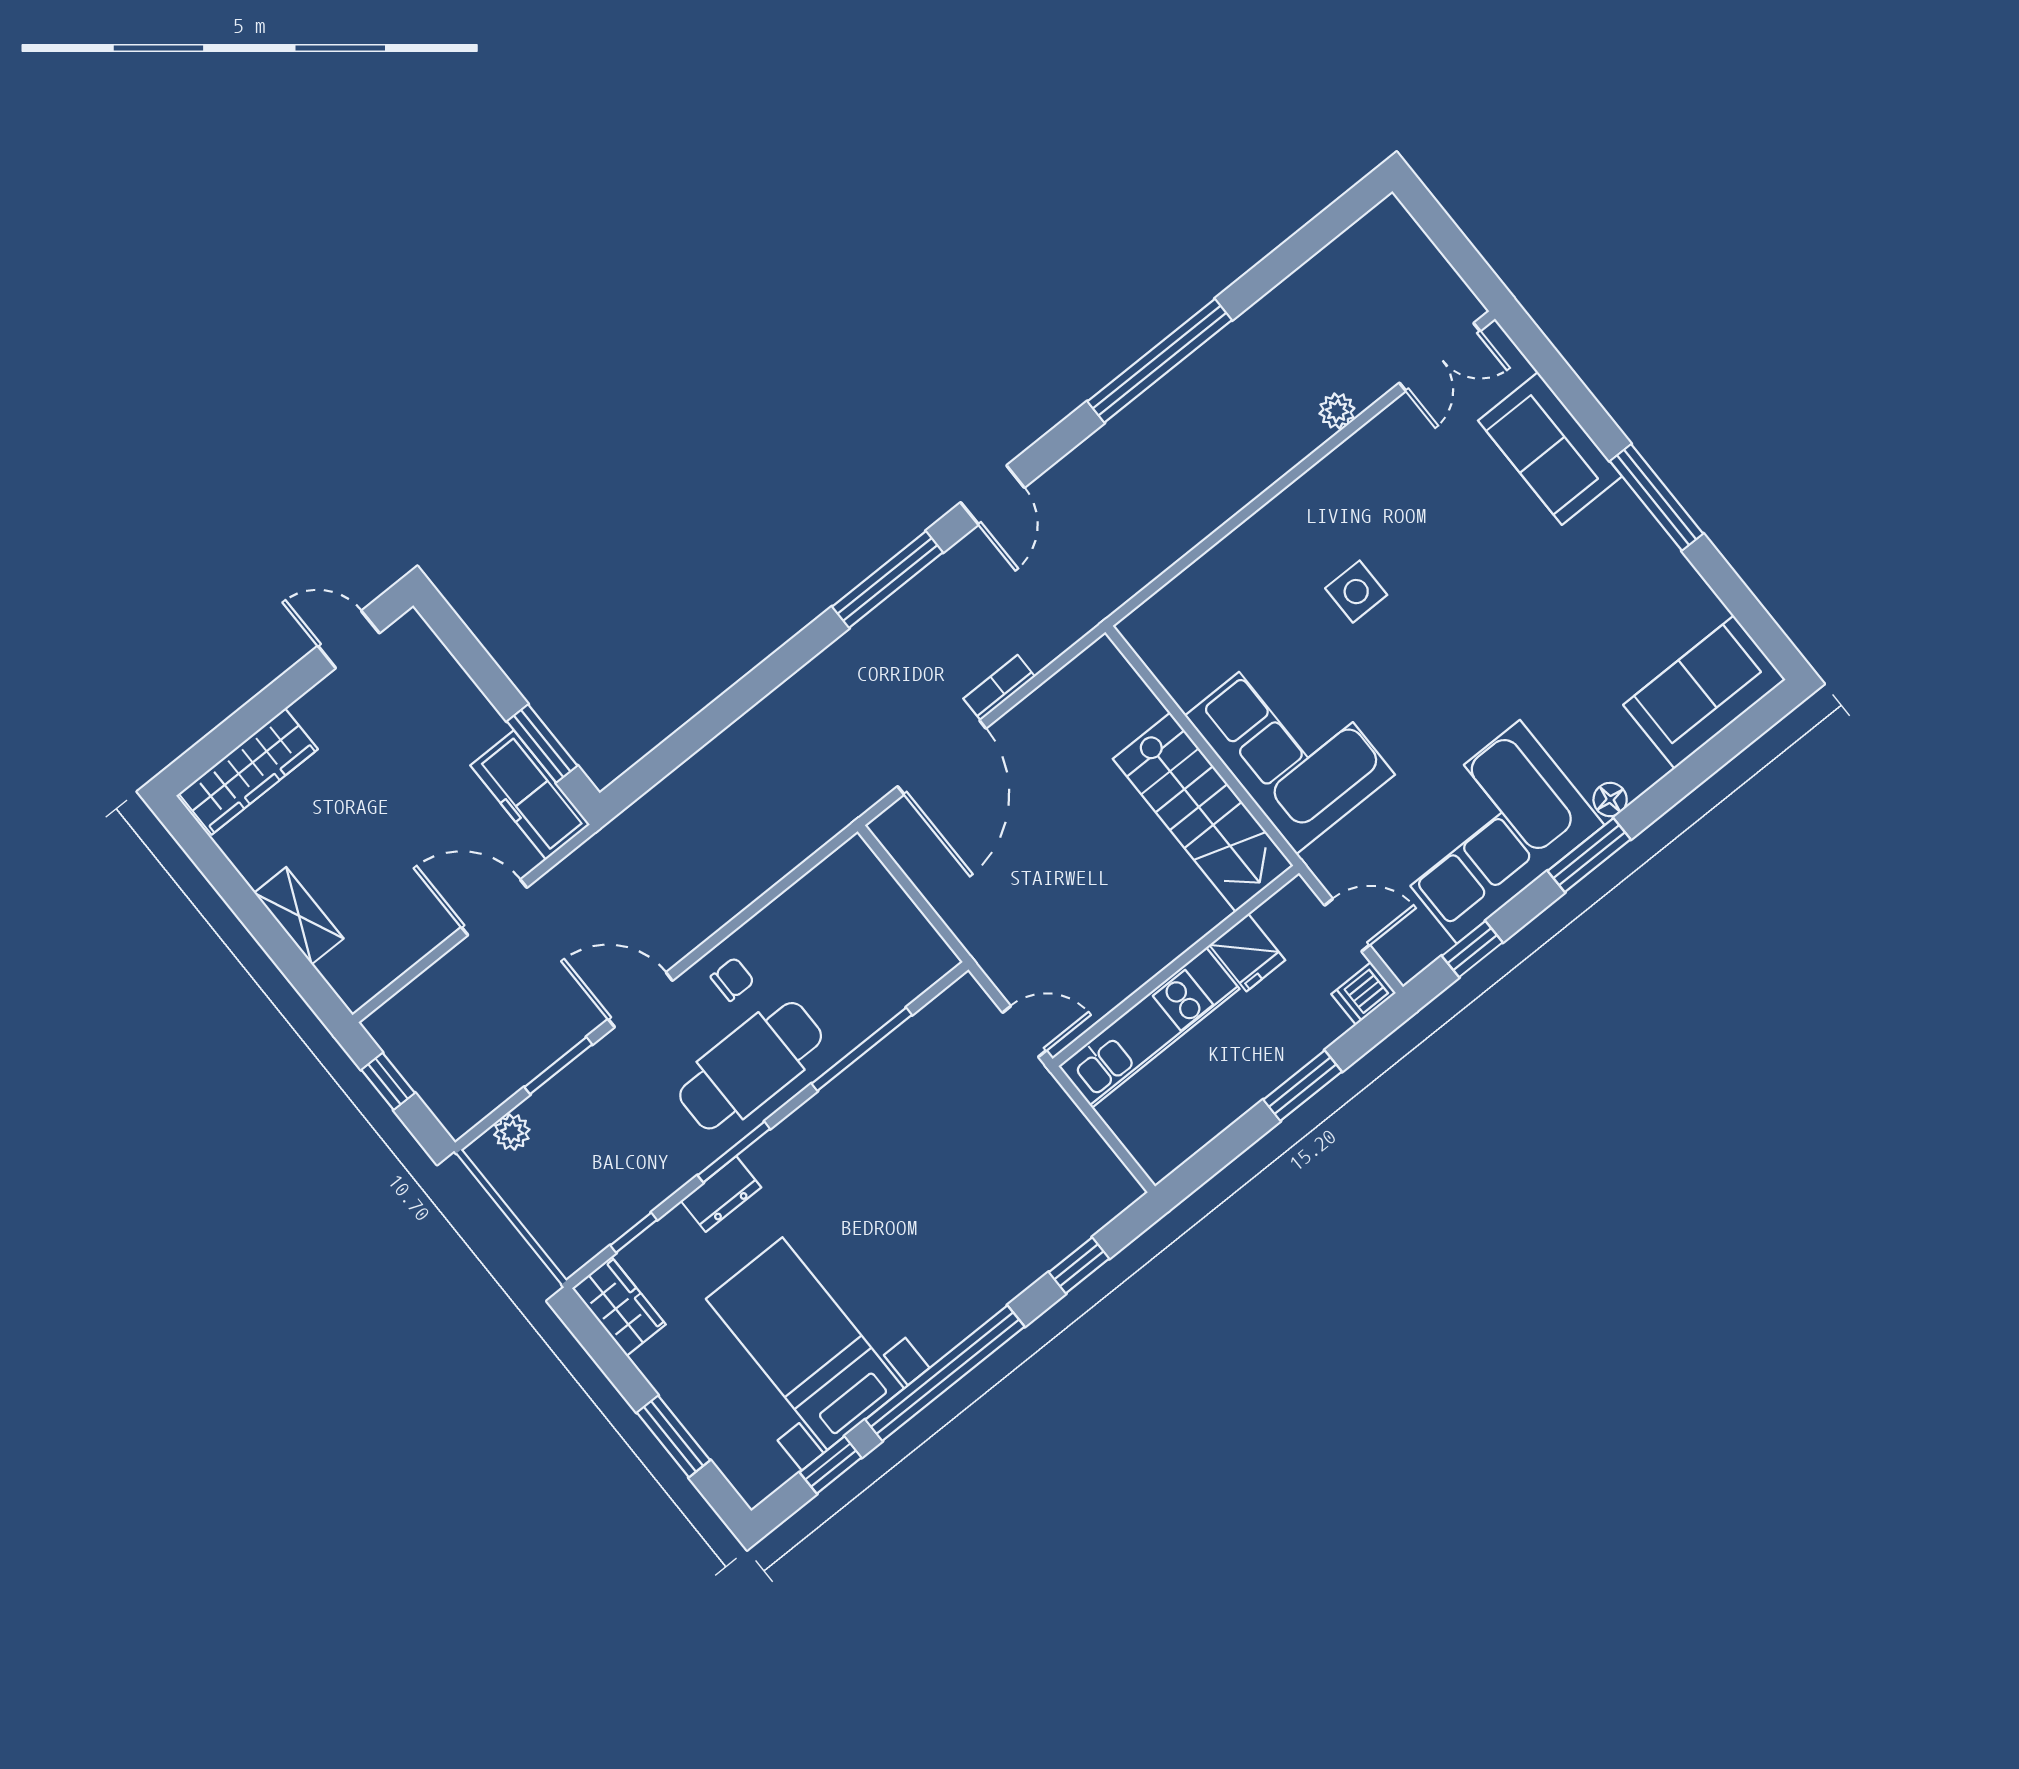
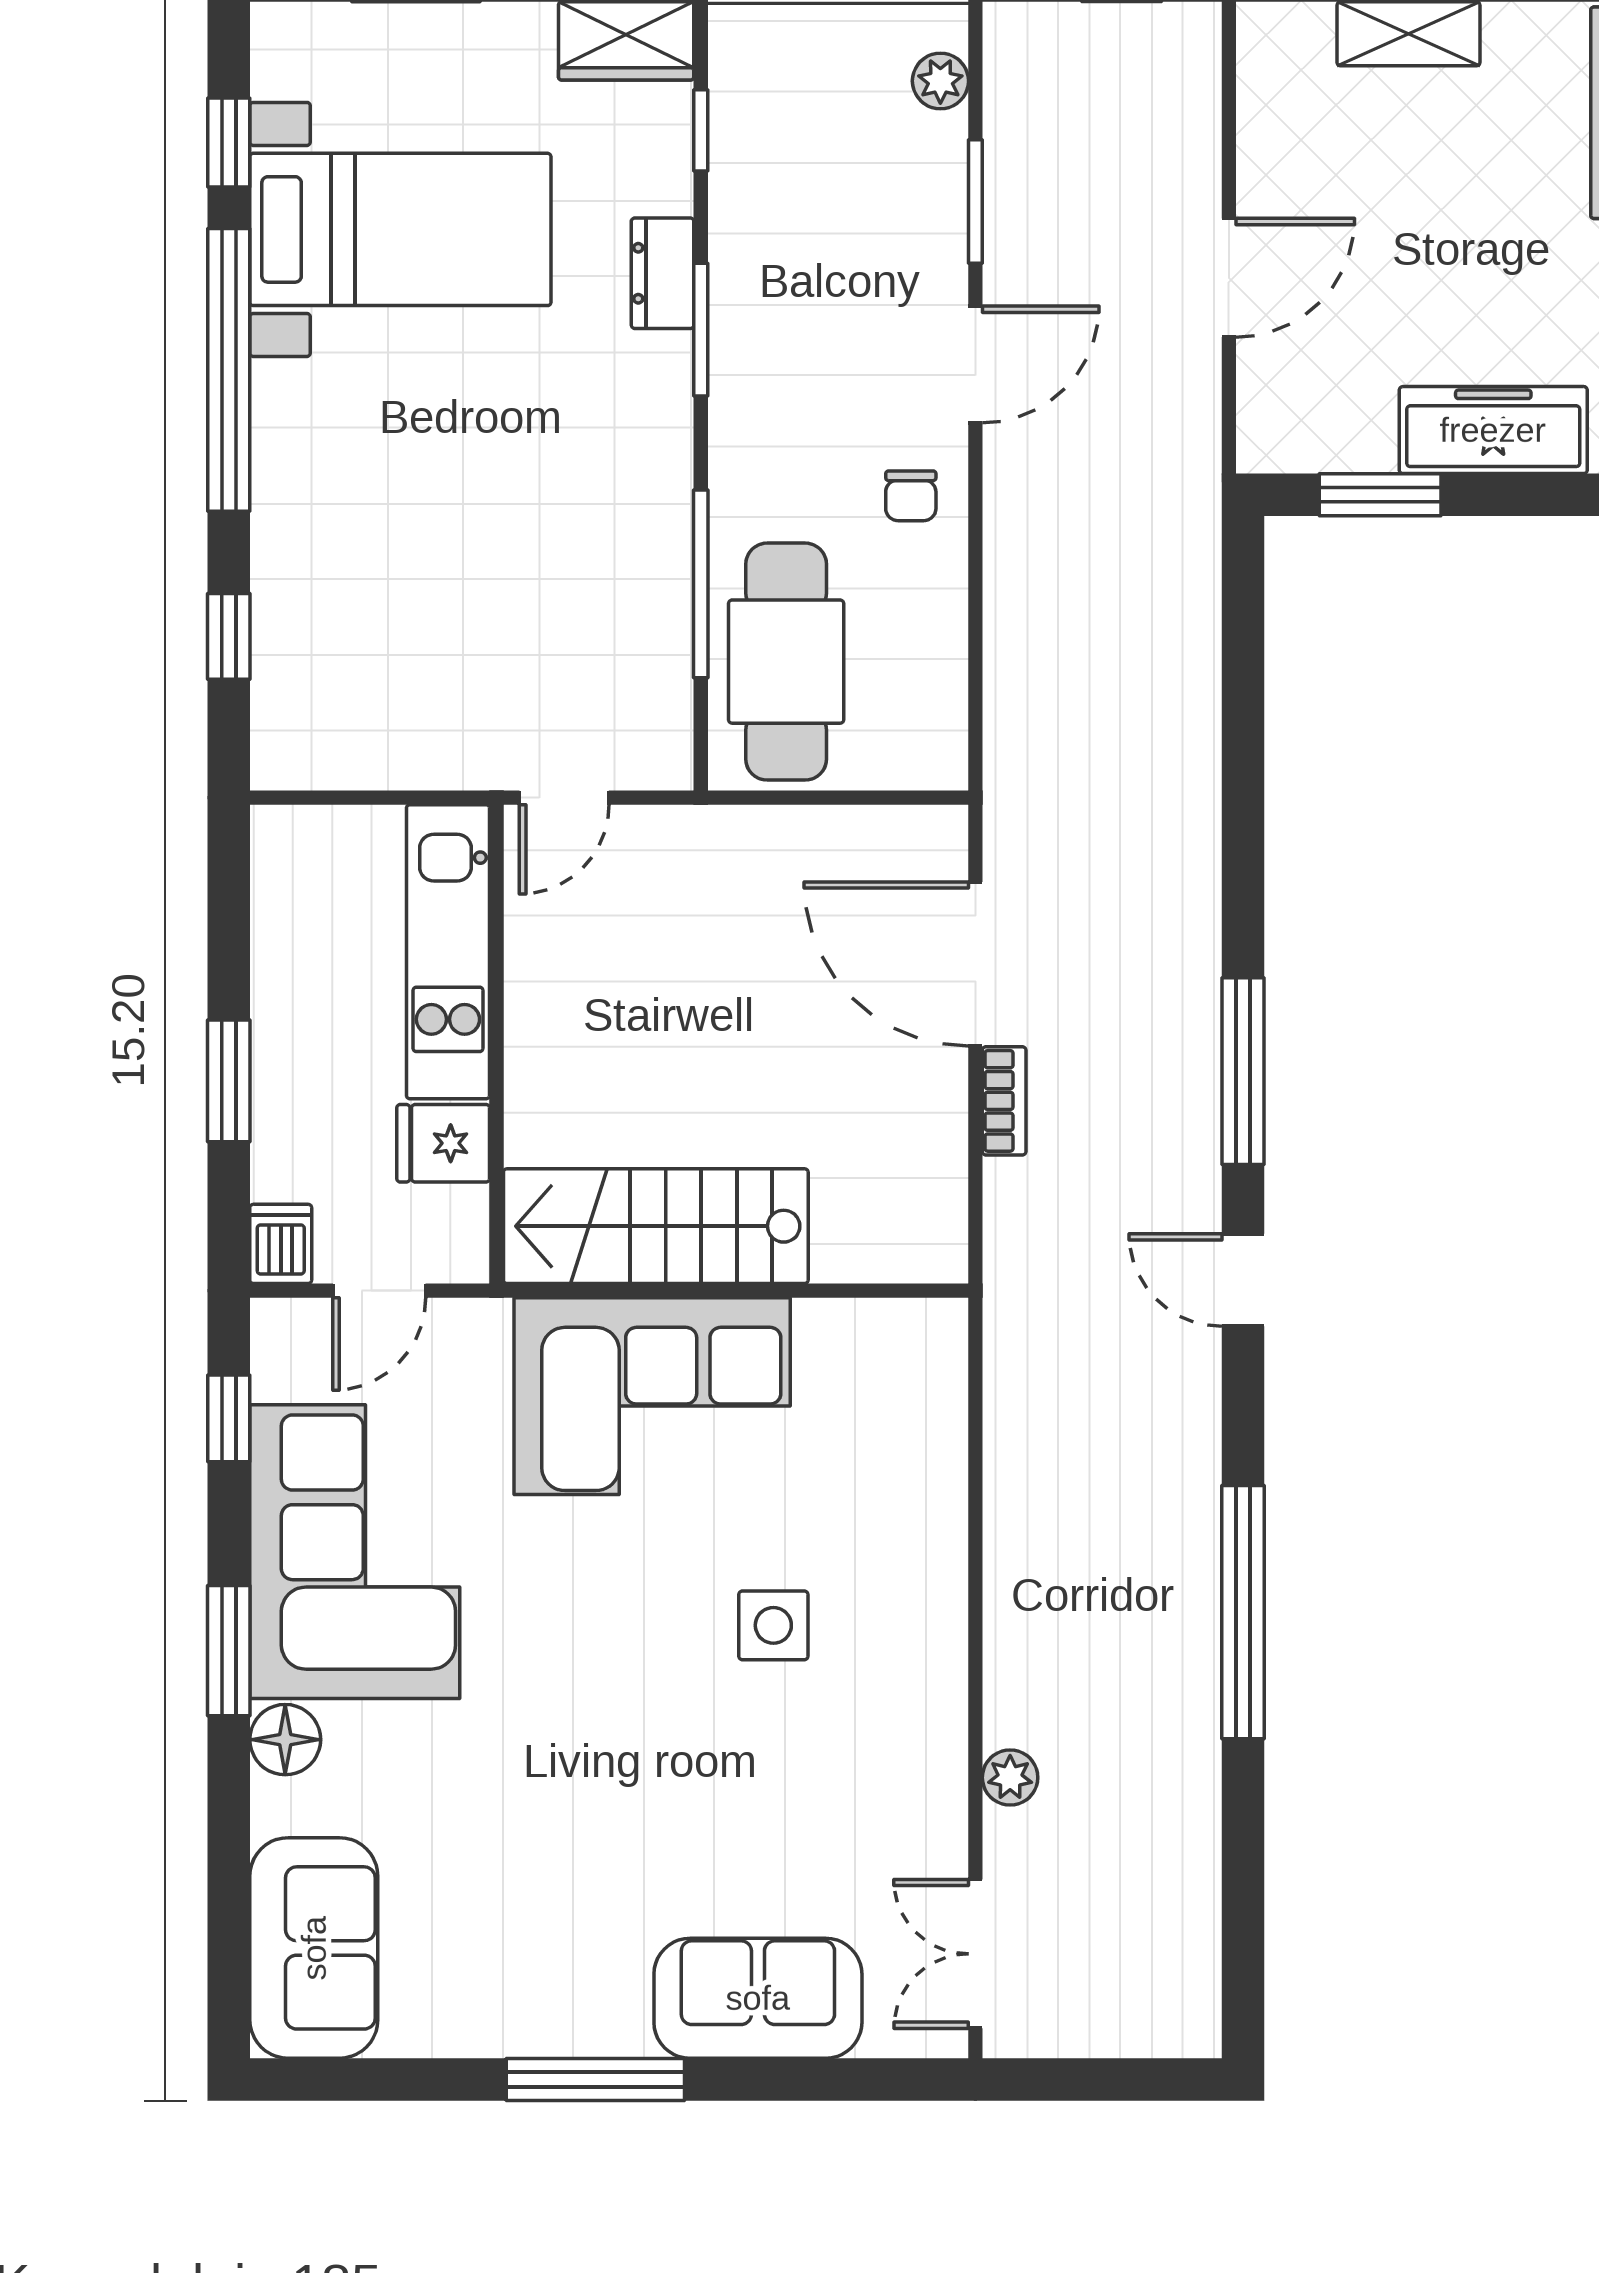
freezer: (530, 795) -> (1493, 430), moved
floor lamp: (1610, 800) -> (285, 1740), width x1.37, depth x1.37
cafe table: (751, 1066) -> (786, 662), moved

